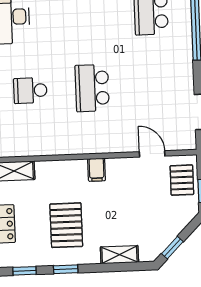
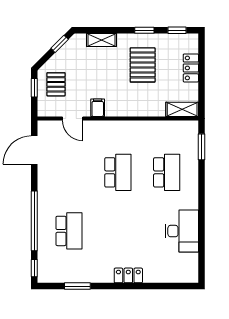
school desk: (30, 90) -> (167, 172), width x1.85
filing cabinet: (97, 170) -> (98, 108), moved
pallet: (182, 180) -> (56, 84), moved

